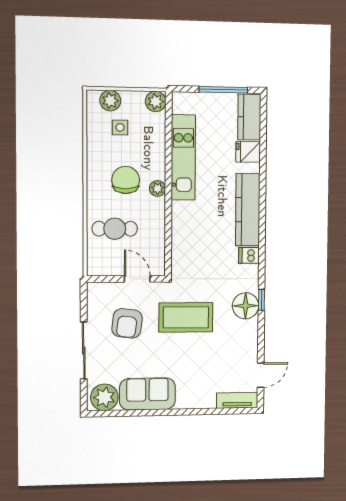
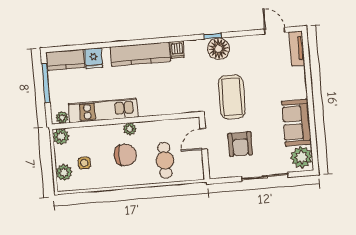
plant: (179, 105) -> (62, 117), added
chair: (126, 180) -> (125, 155), turned 180
armchair: (127, 323) -> (240, 144), turned 83

